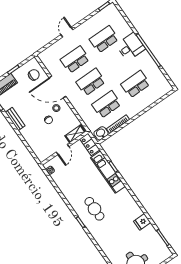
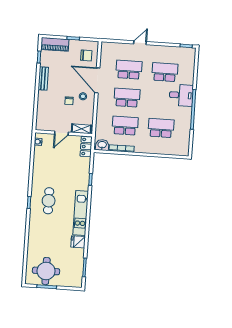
kitchen unit: (108, 172) -> (81, 213), moved

